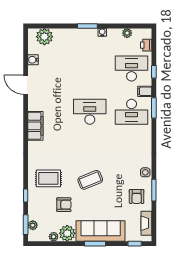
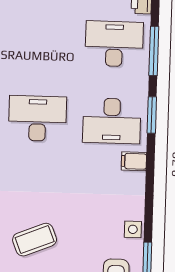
window: (154, 72) -> (154, 51), width x2.17
filing cabinet: (145, 91) -> (134, 161), moved

